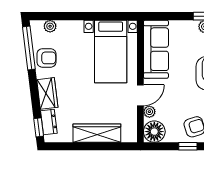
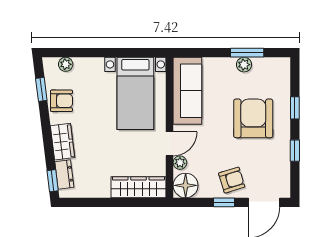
window: (29, 48) -> (41, 89), width x0.46
wardrobe: (97, 133) -> (139, 187), moved

